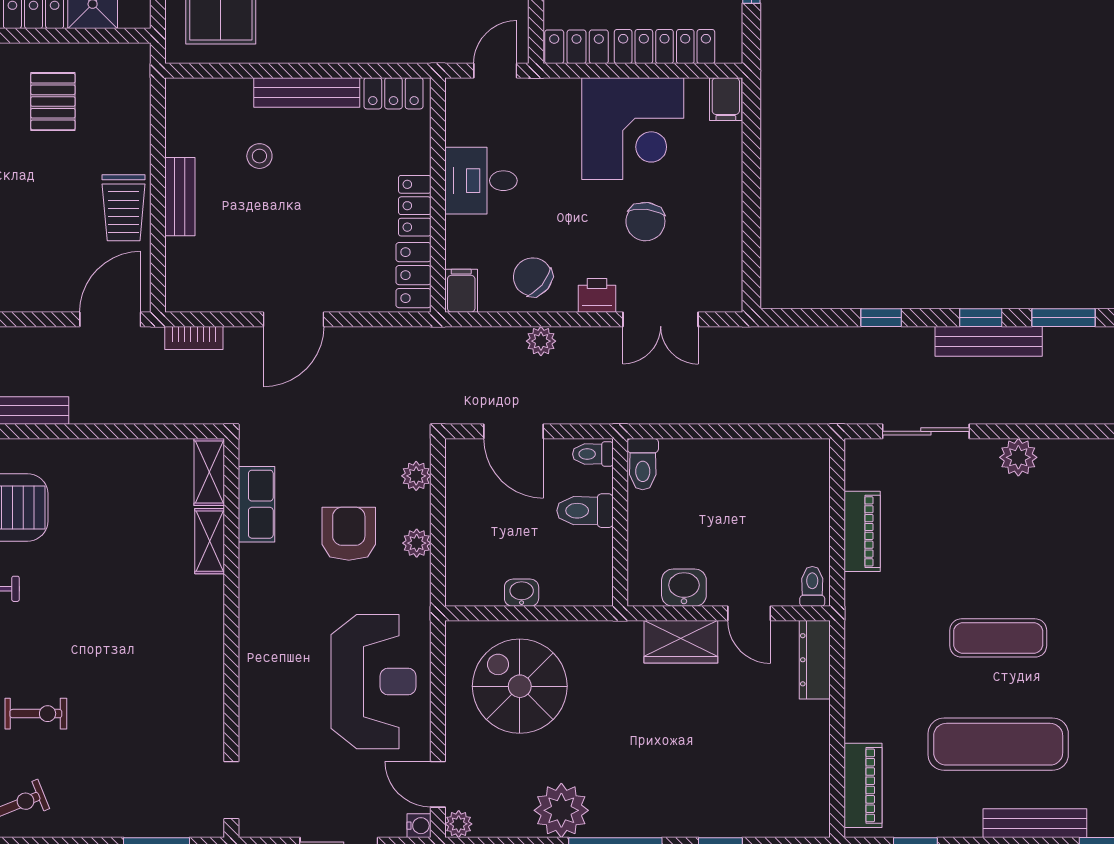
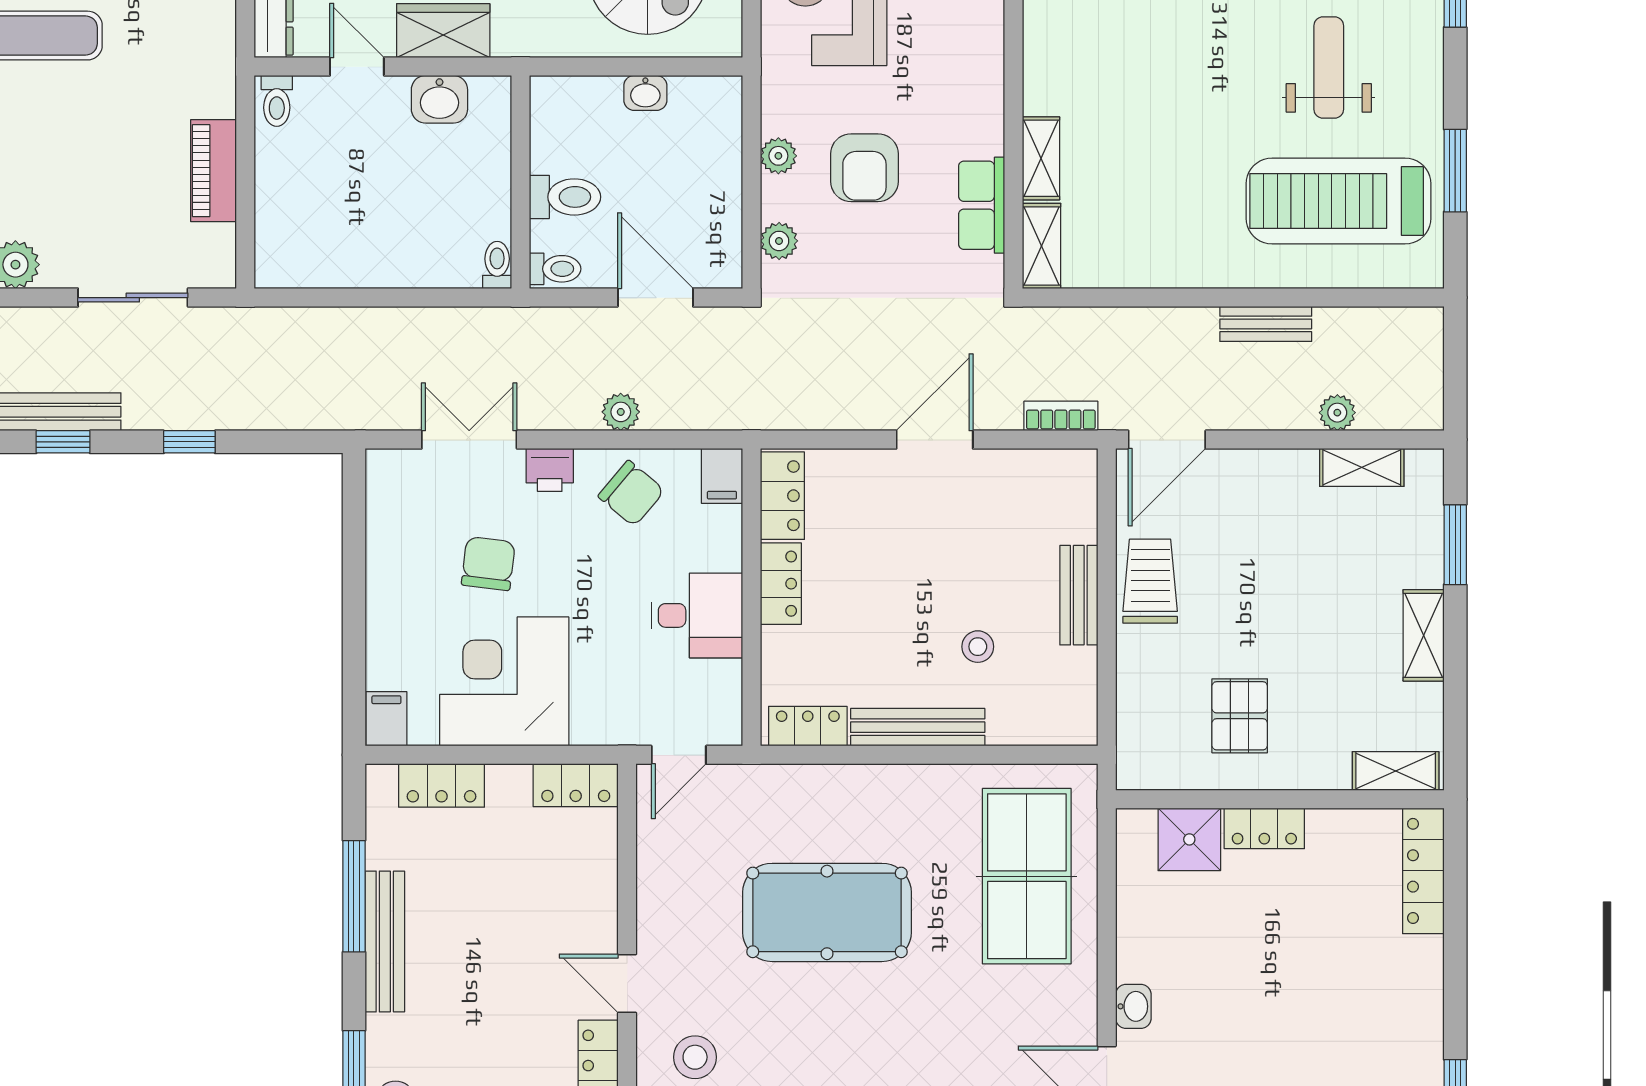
locker: (665, 47) -> (441, 785), width x0.66
toilet: (643, 464) -> (497, 265), width x0.73, depth x0.72

